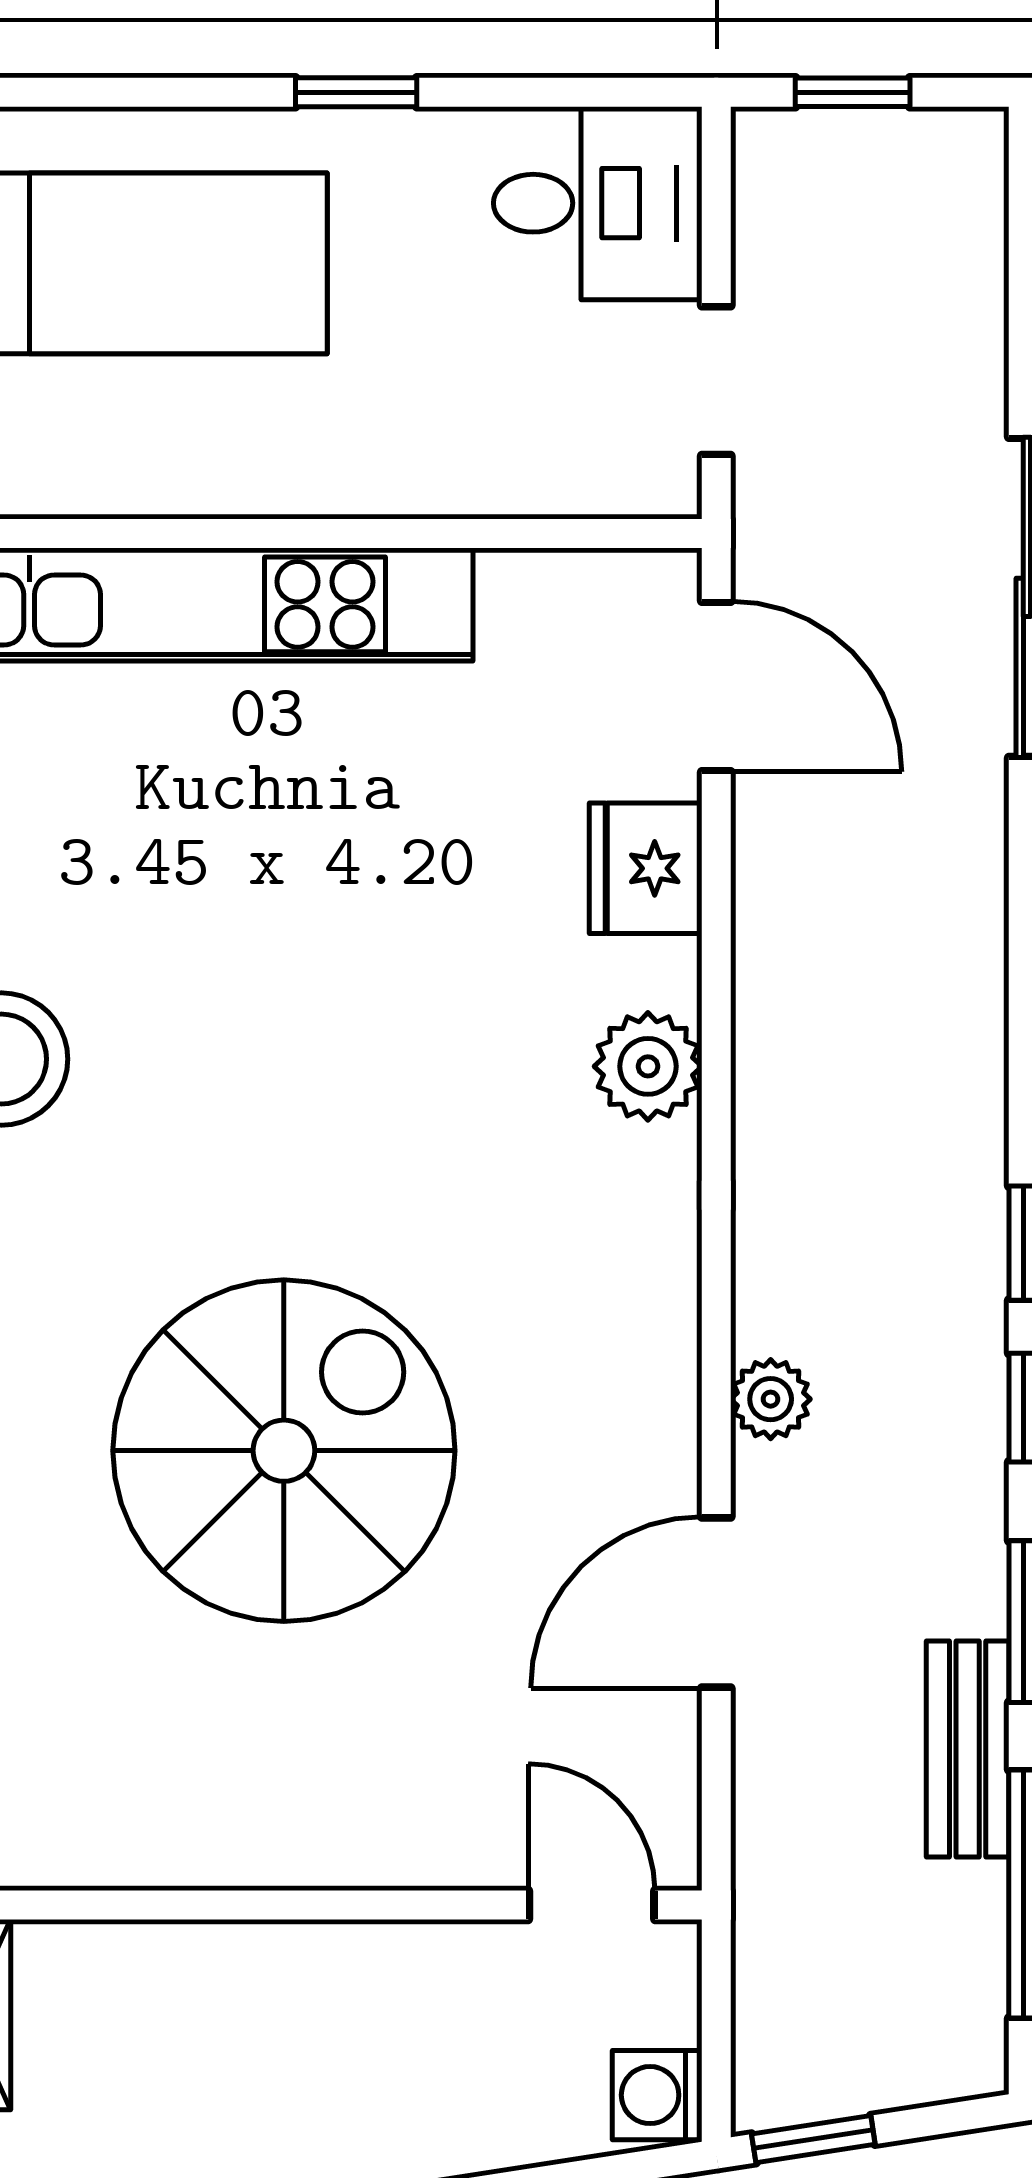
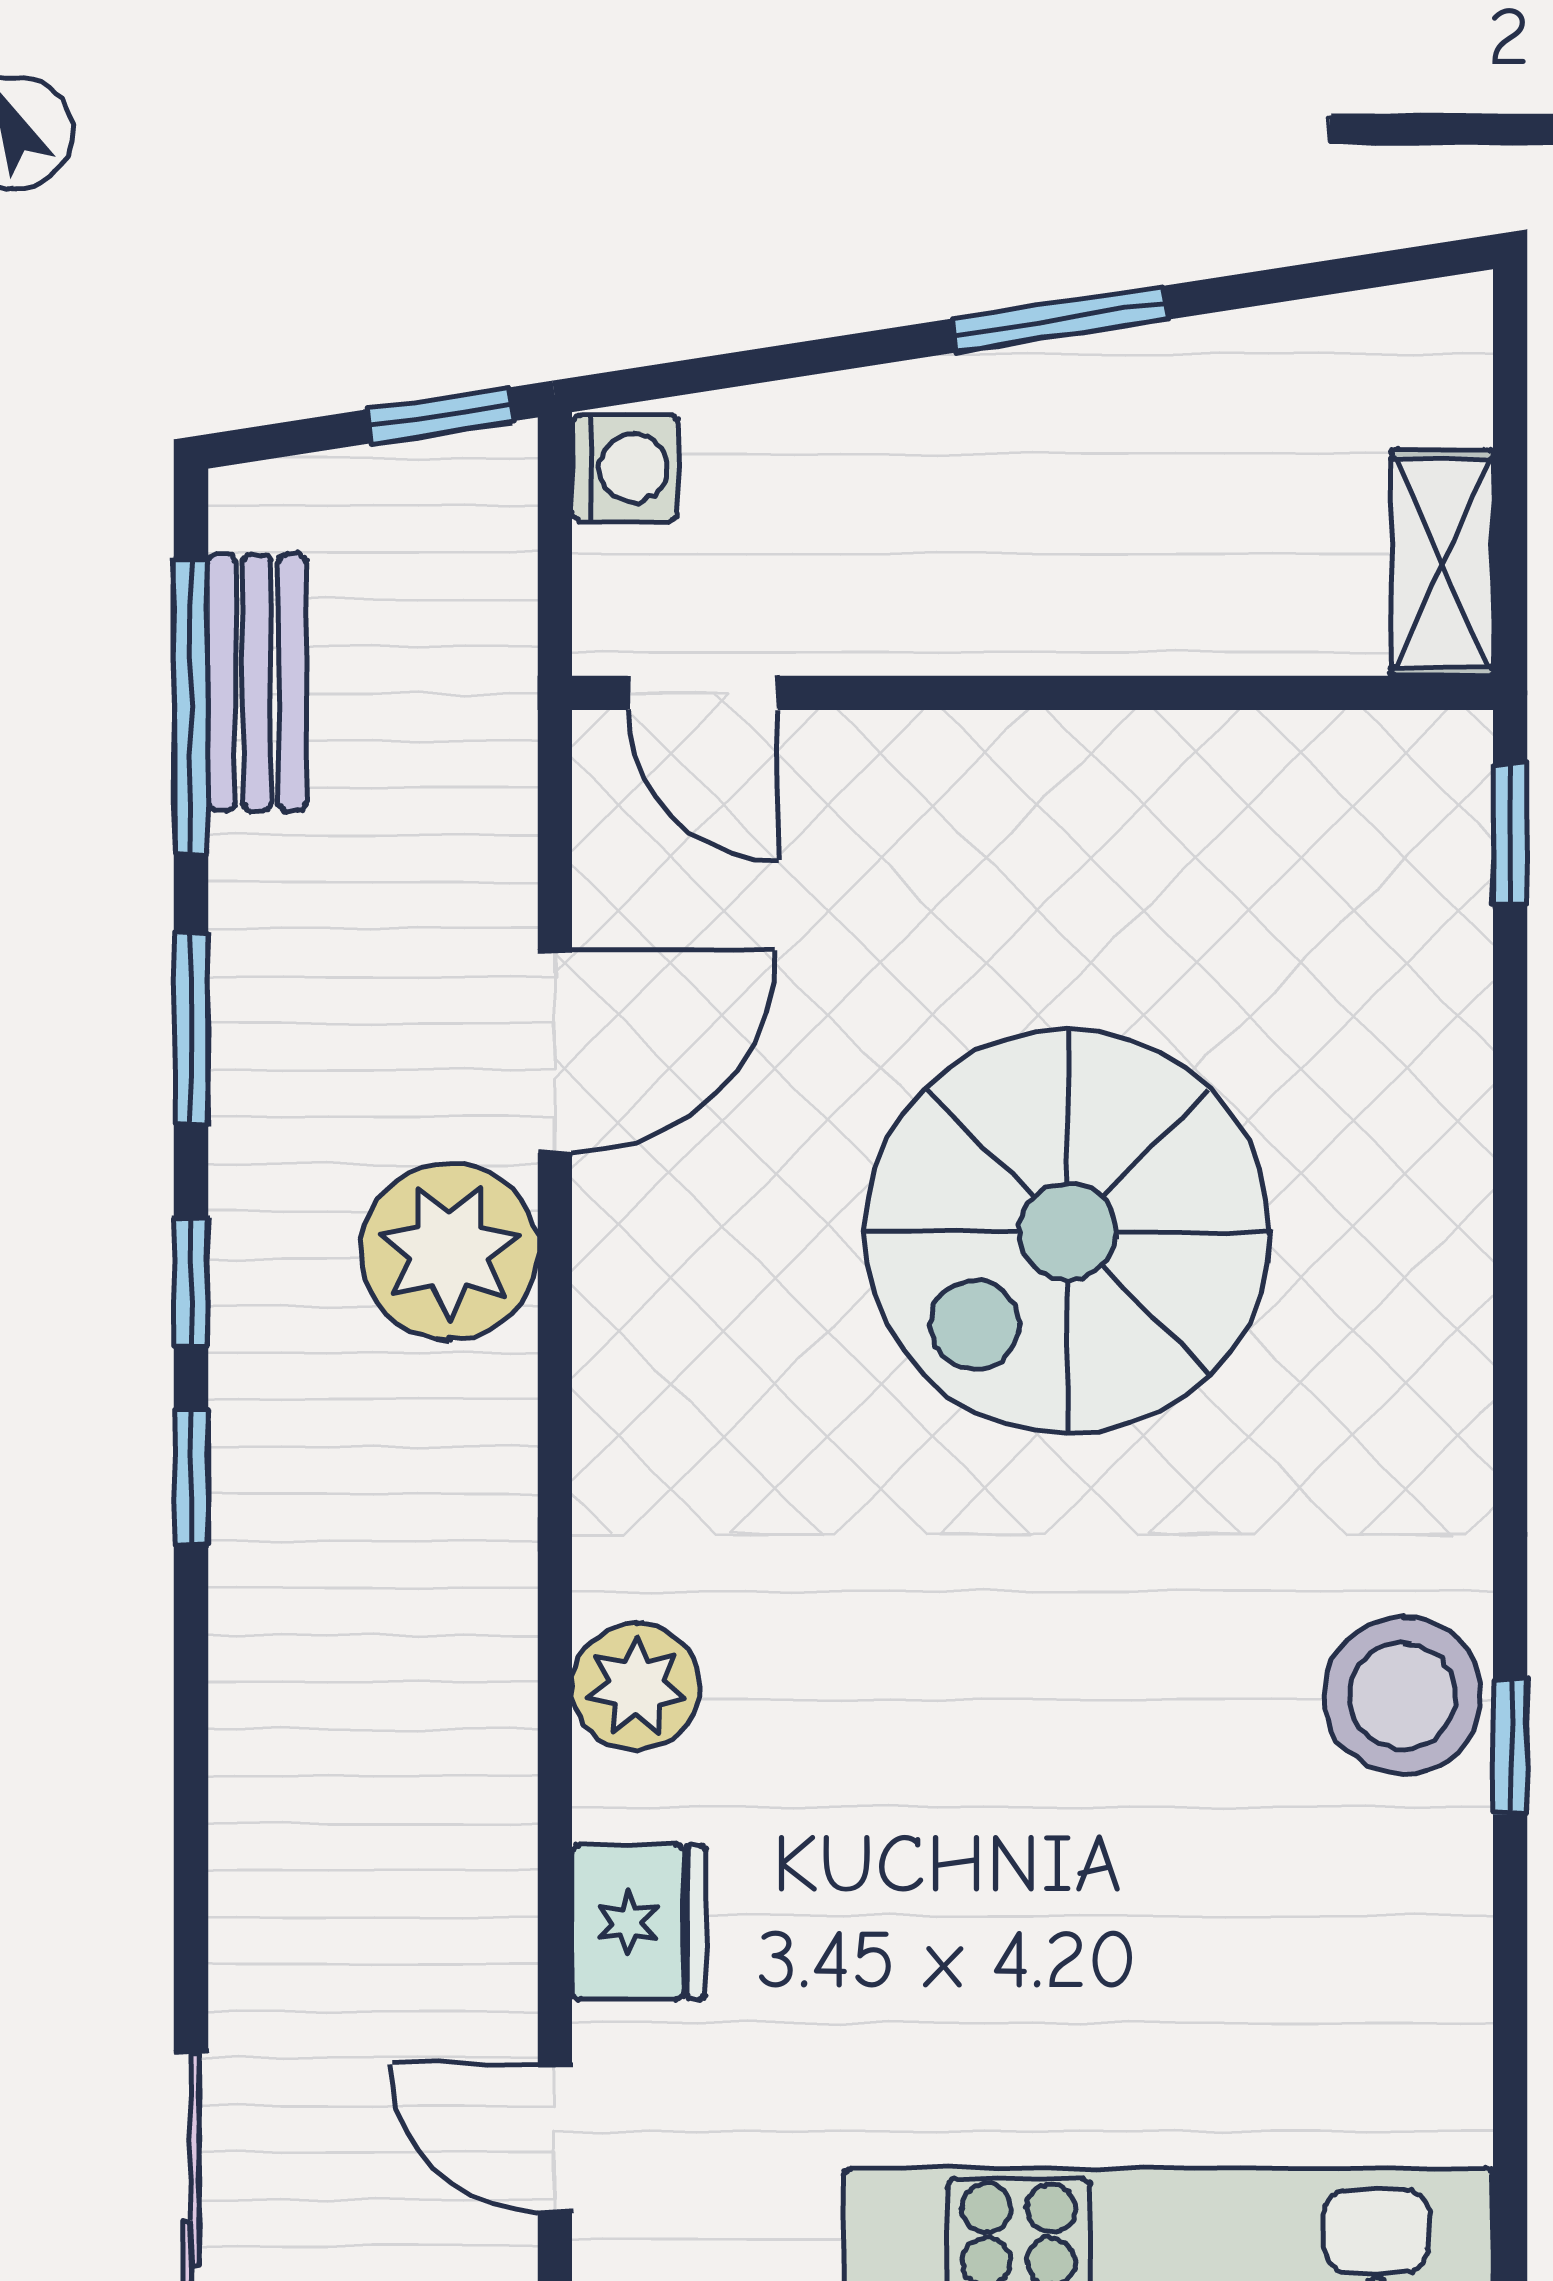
door: (716, 687) -> (555, 2137), width x0.73
plant: (771, 1399) -> (449, 1251), width x1.87, depth x1.87
bench: (968, 1749) -> (257, 683), moved

